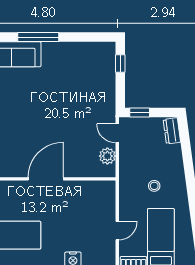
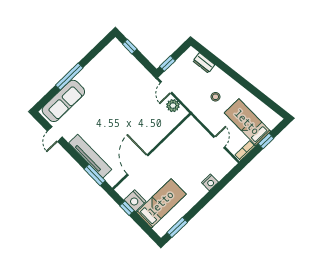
dresser: (172, 131) -> (204, 63), moved
door: (117, 133) -> (166, 87), hinge flipped
door: (46, 179) -> (138, 165), moved

